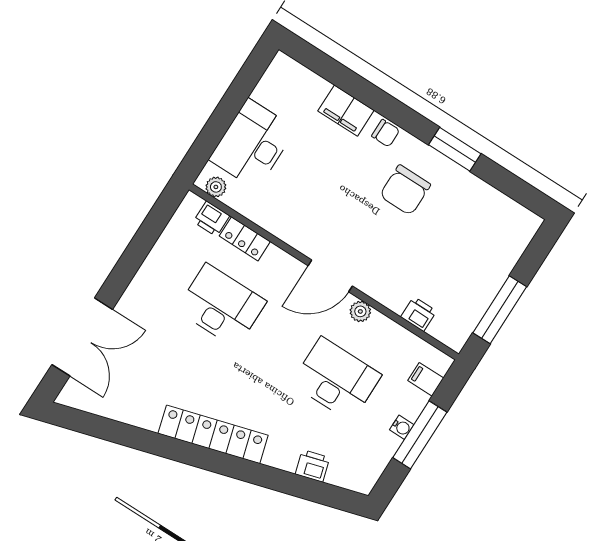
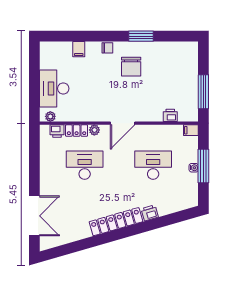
filing cabinet: (346, 111) -> (79, 49), width x0.50
plant: (360, 311) -> (94, 130), moved
filing cabinet: (426, 379) -> (191, 130), moved
printer: (313, 466) -> (150, 213), moved

